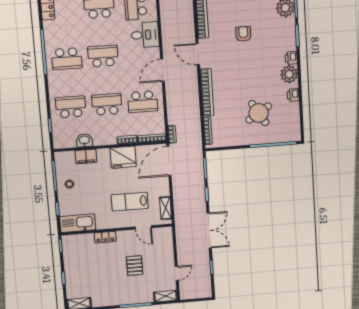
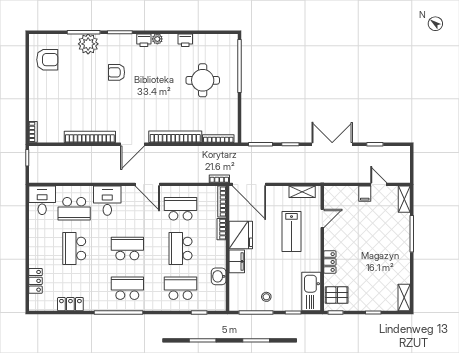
armchair: (243, 34) -> (117, 72), moved
school desk: (103, 56) -> (127, 248), turned 90
school desk: (67, 59) -> (127, 288), turned -90
plant: (289, 74) -> (157, 39), width x0.53, depth x0.53
school desk: (143, 102) -> (180, 209), turned -90
school desk: (71, 107) -> (180, 288), turned 90
round table: (259, 113) -> (203, 80), turned 32
filing cabinet: (86, 156) -> (237, 261), moved
filing cabinet: (168, 262) -> (365, 194), added
pallet: (135, 266) -> (337, 295), moved

